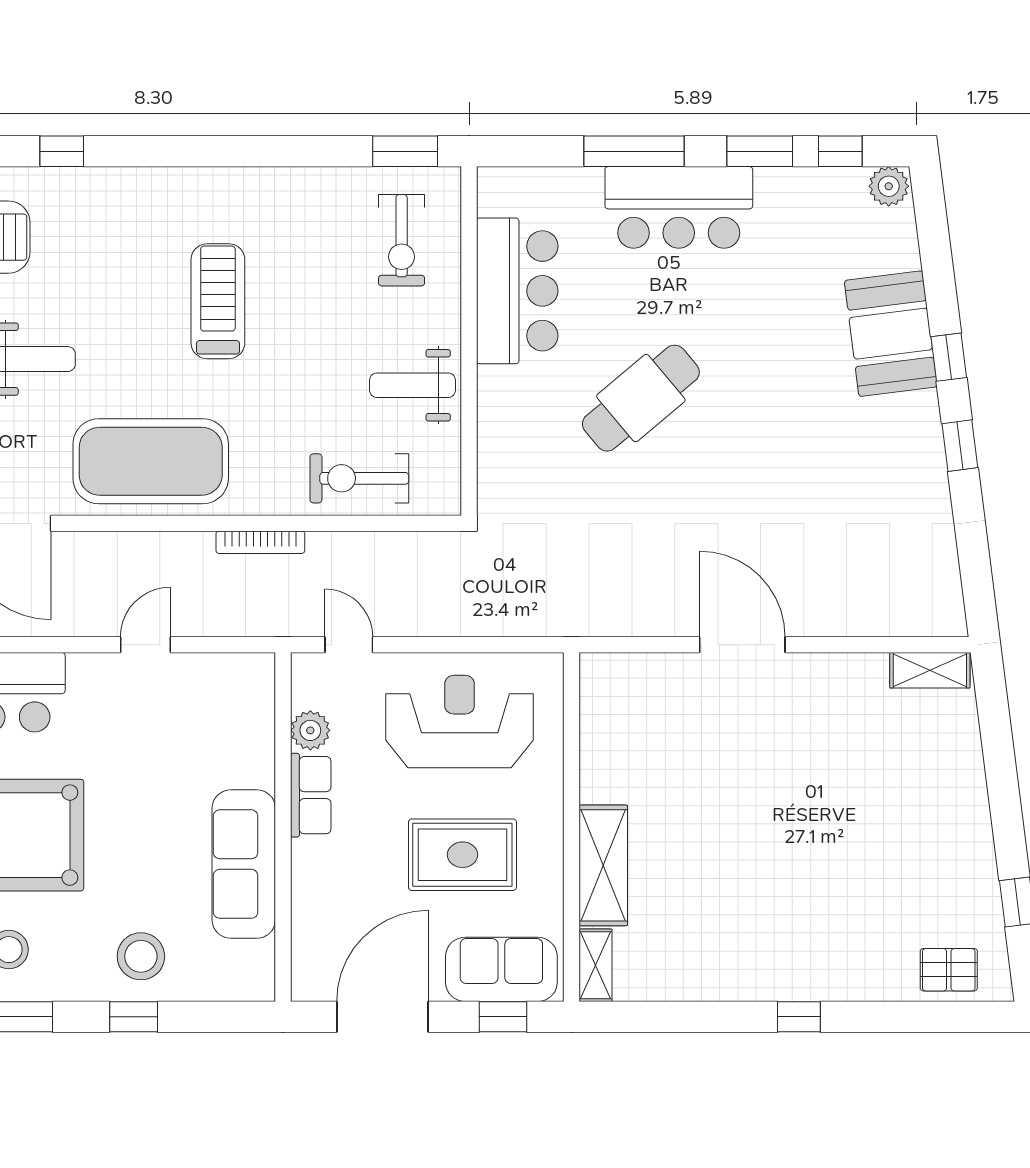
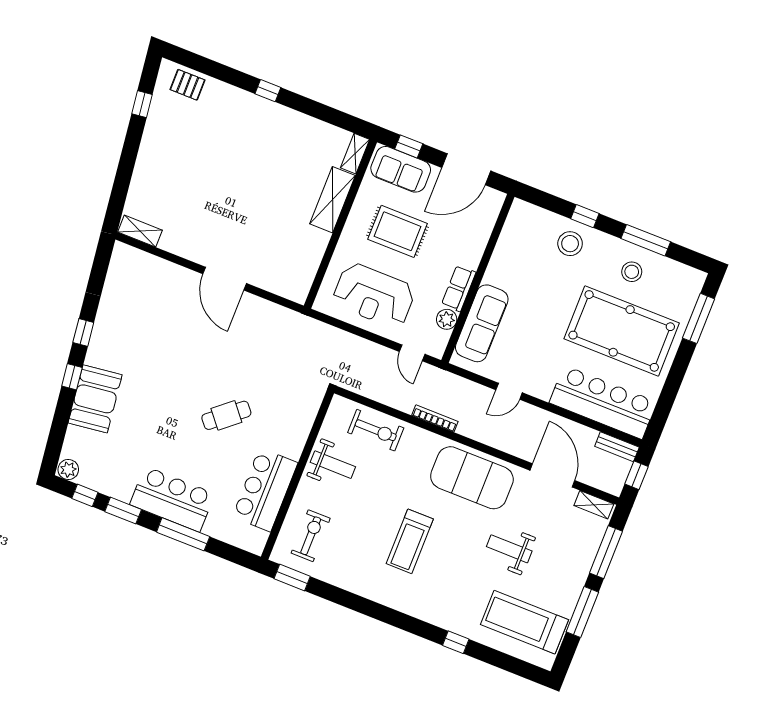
cafe table: (641, 398) -> (226, 415), width x0.73, depth x0.74
sofa: (244, 864) -> (482, 323), moved

